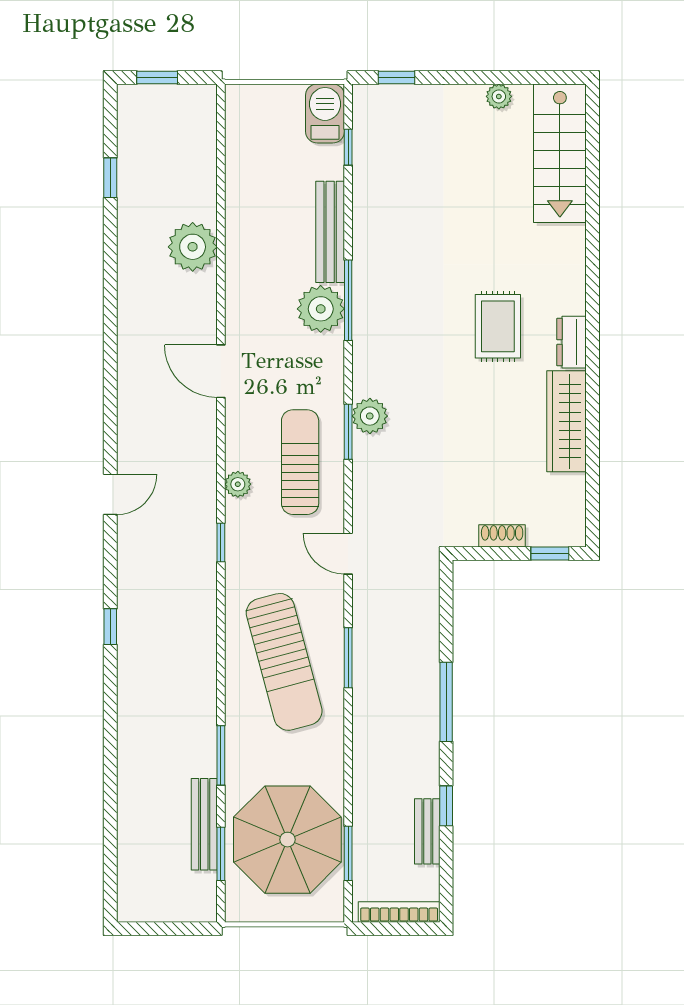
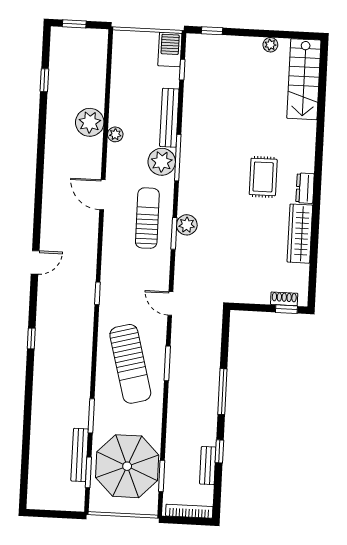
sun lounger: (300, 462) -> (147, 218), moved
plant: (238, 484) -> (115, 134), moved
shoe rack: (502, 536) -> (284, 299), moved

